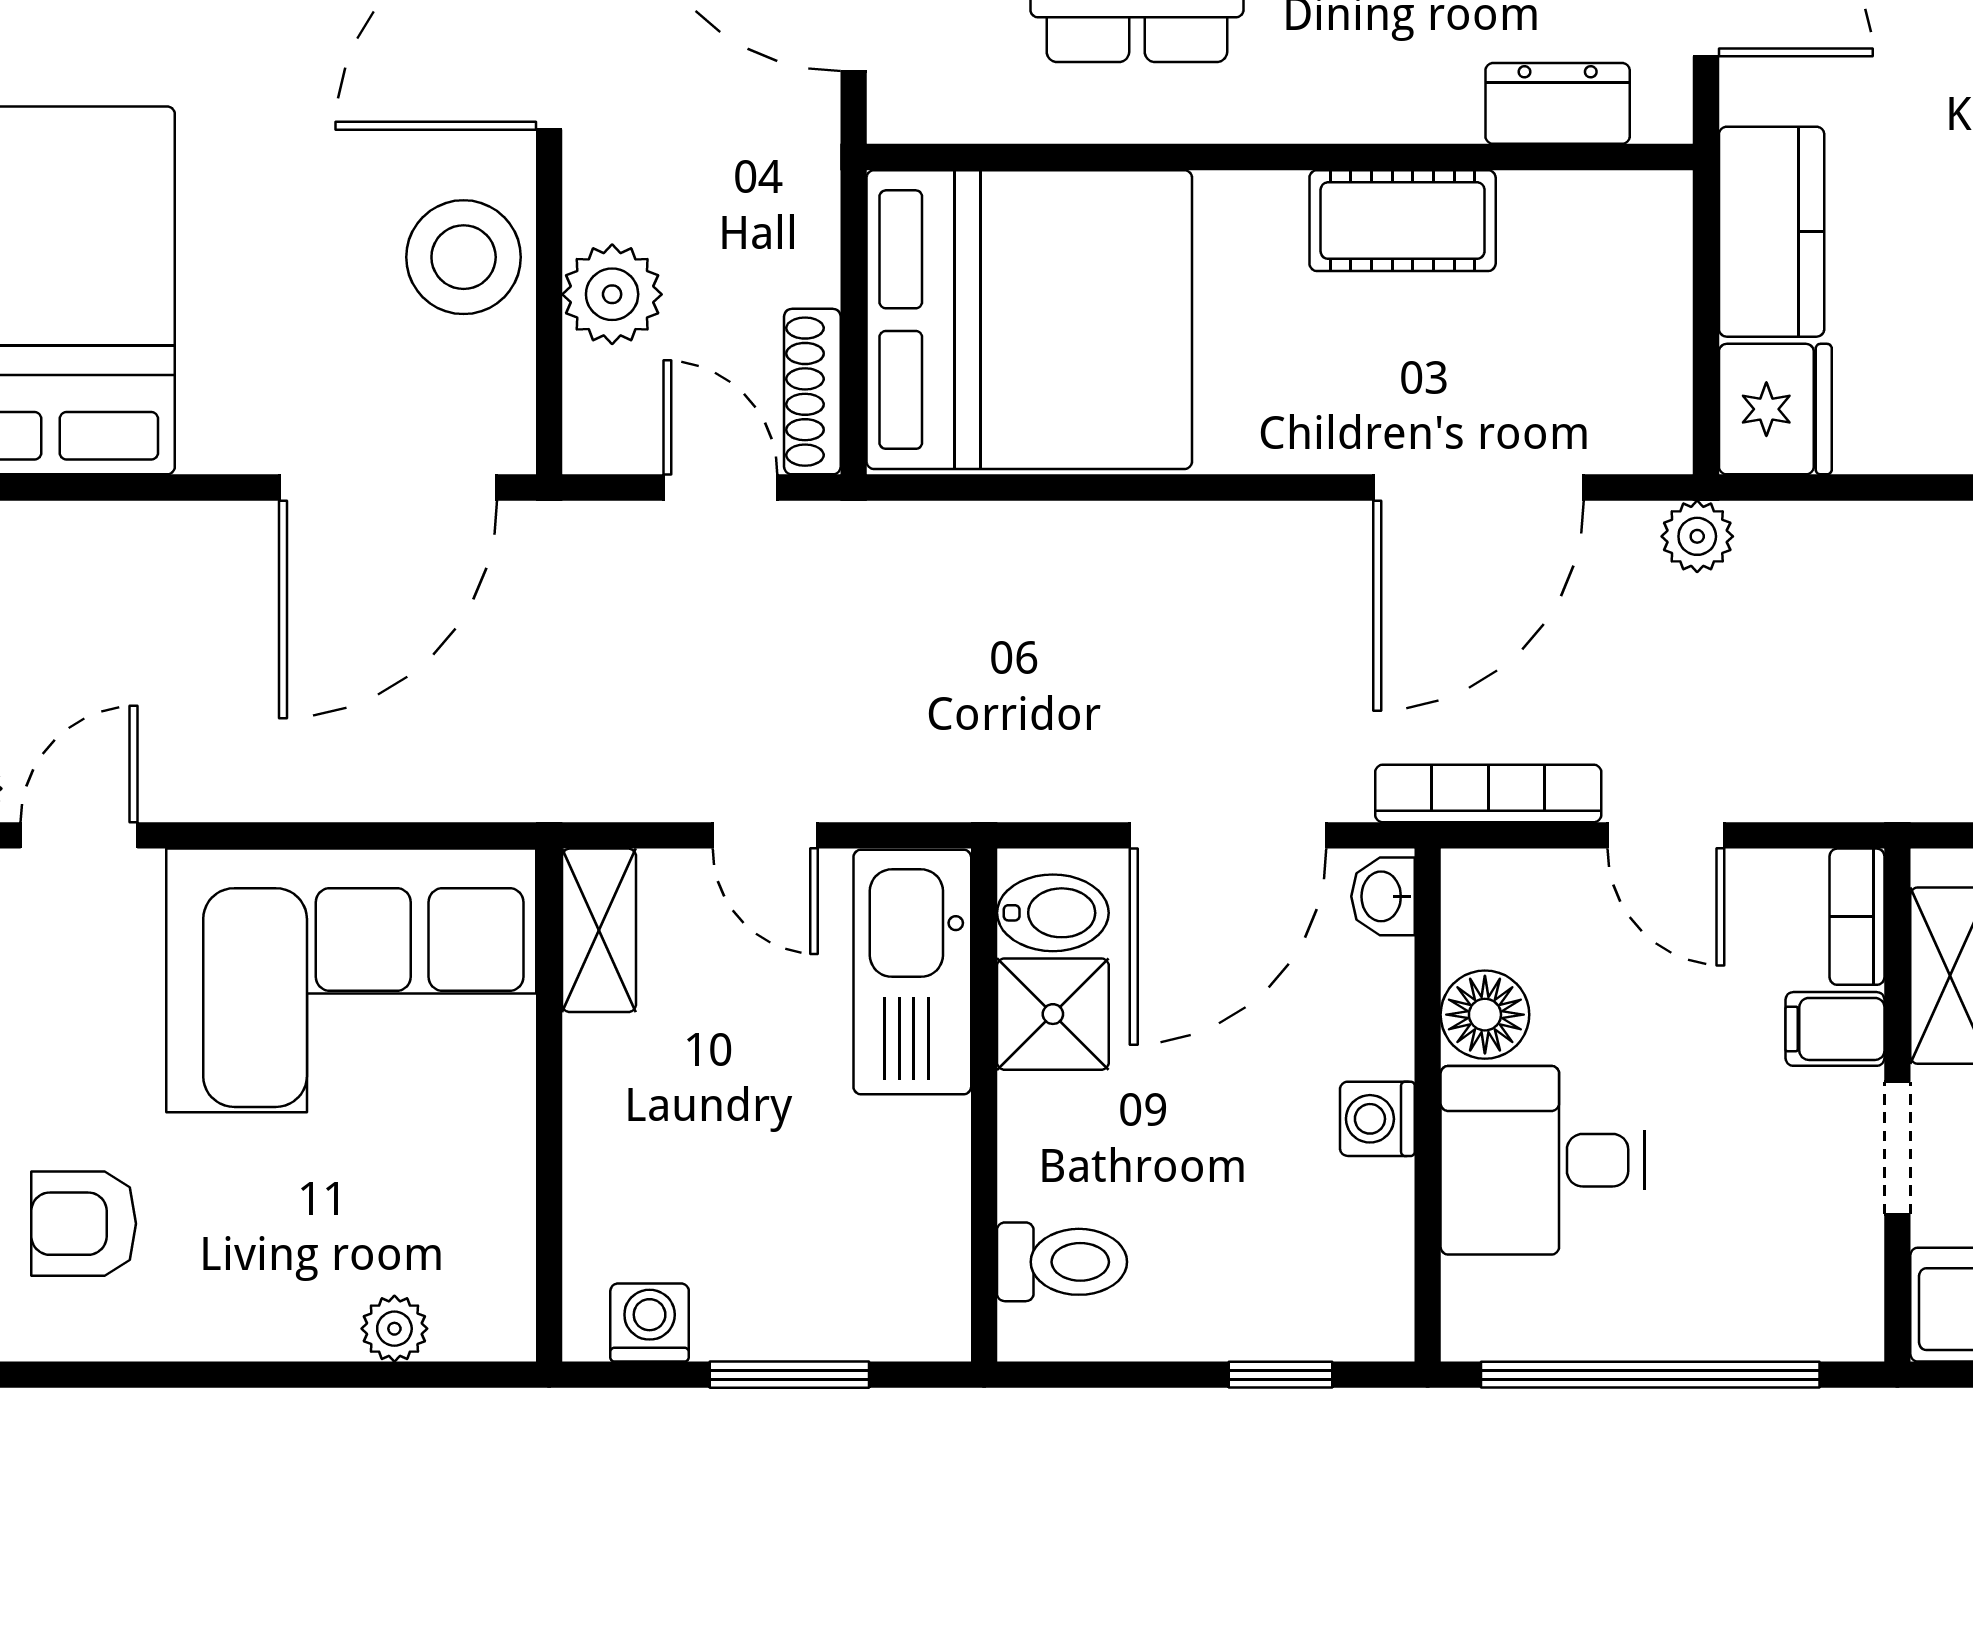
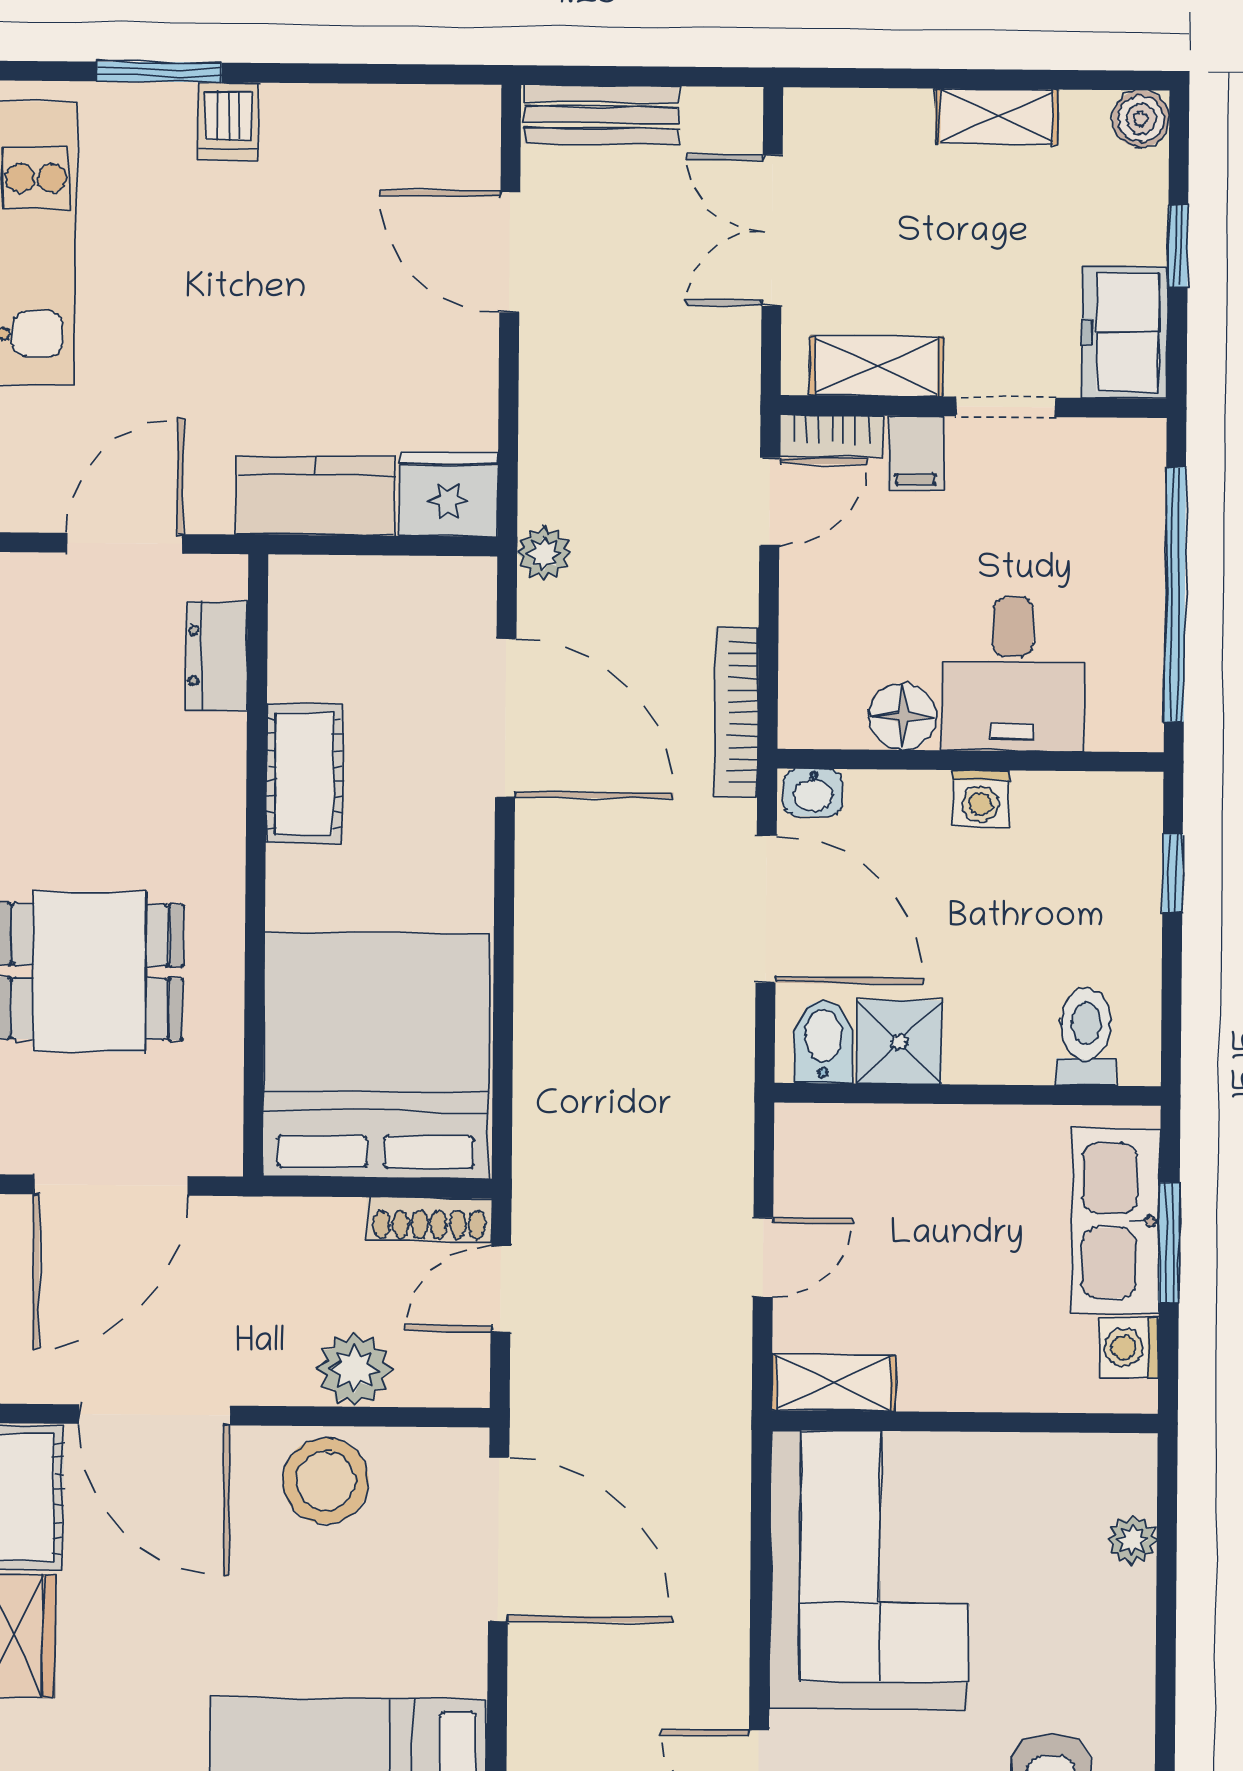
door: (1666, 835) -> (770, 502), moved
kitchen sink: (912, 972) -> (1115, 1221), moved, turned 90

